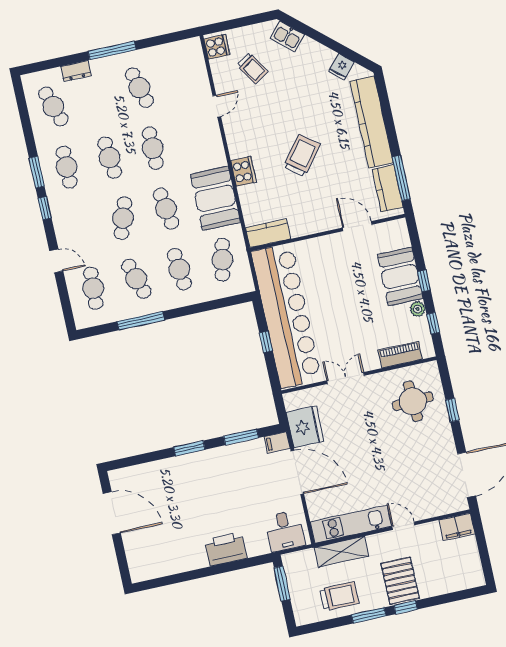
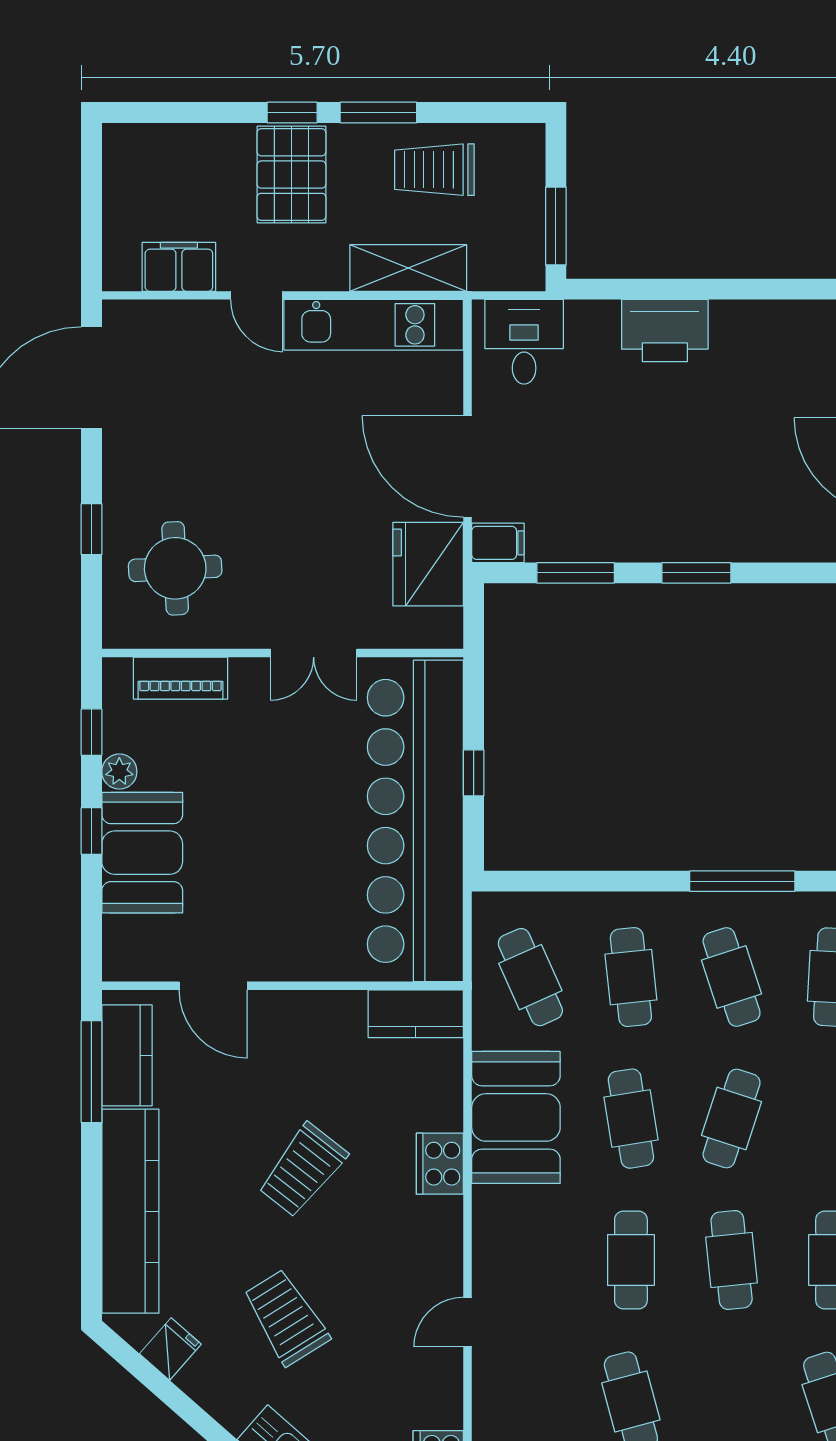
trolley: (252, 68) -> (286, 1317), moved, width x1.36, depth x1.39
cafe table: (222, 260) -> (530, 977), turned -36
filing cabinet: (457, 527) -> (179, 267), moved

